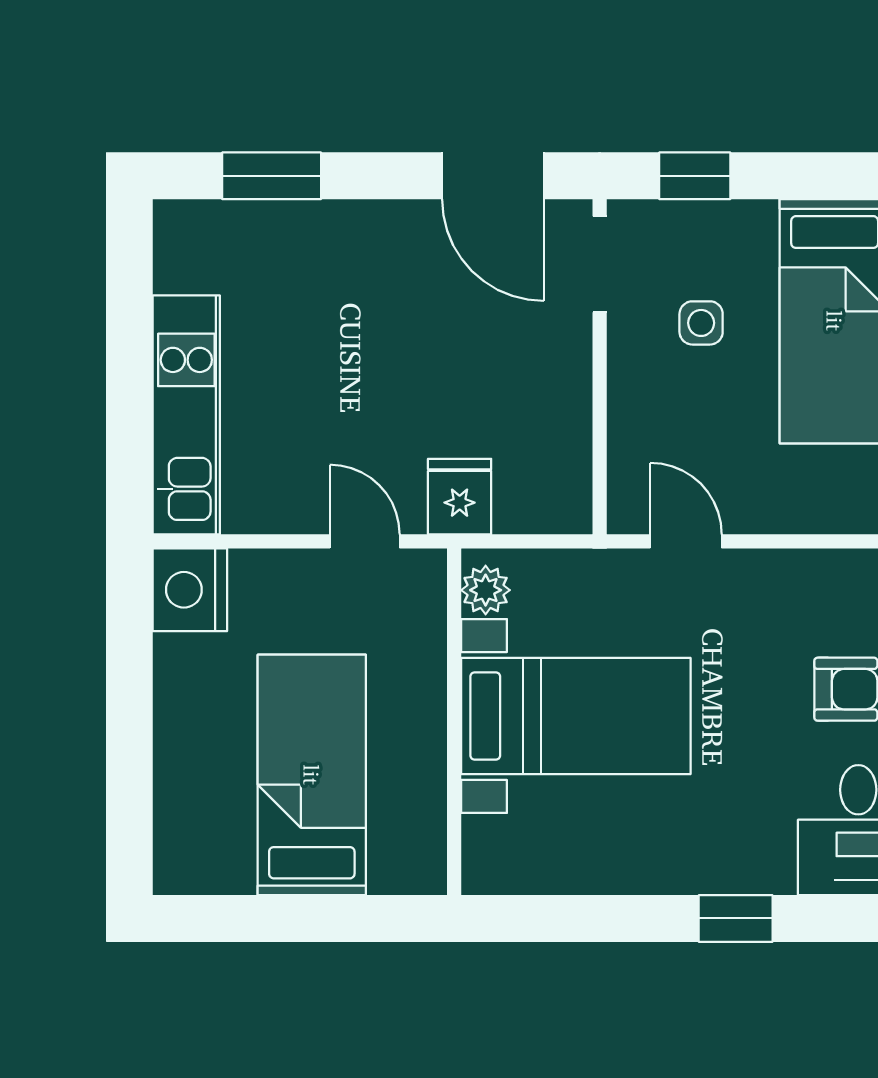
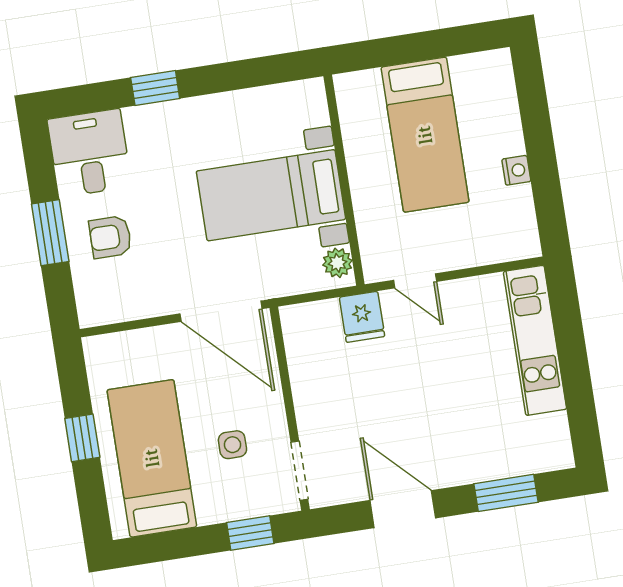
door: (493, 176) -> (403, 509), moved
door: (686, 541) -> (221, 311), width x1.88
nightstand: (190, 590) -> (516, 170), moved, width x0.53, depth x0.56

